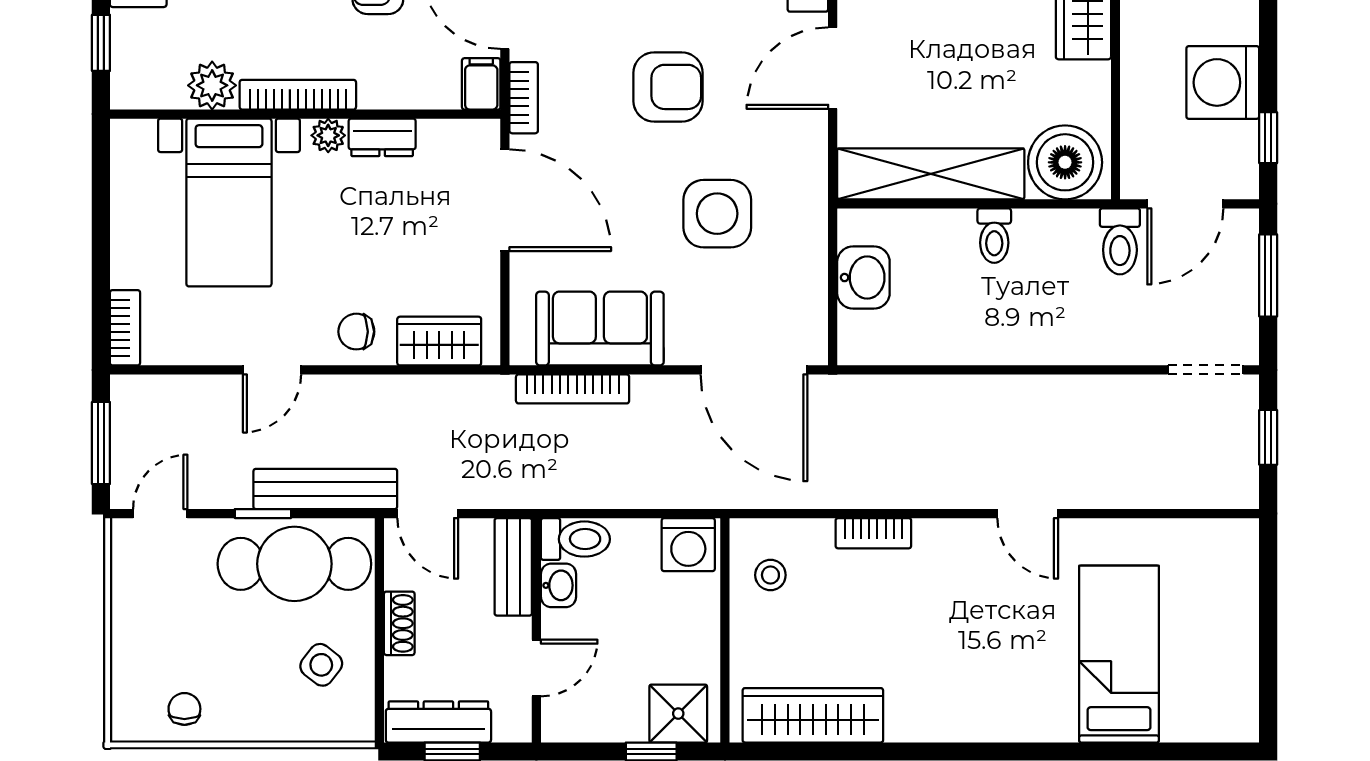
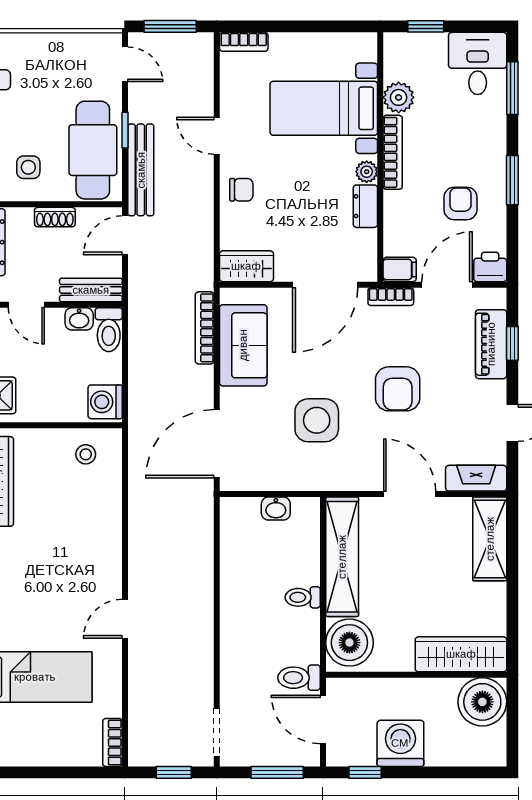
washbasin: (863, 278) -> (276, 509), width x0.72, depth x0.69
chair: (356, 332) -> (241, 190), turned 90
wardrobe: (439, 341) -> (246, 266), moved, turned -90
bookcase: (873, 533) -> (112, 742), moved
side table: (321, 665) -> (28, 167), turned -38

